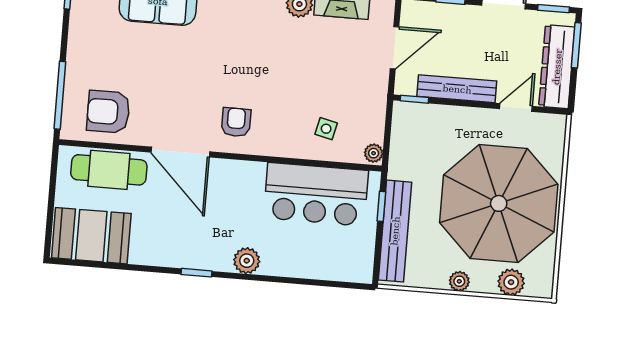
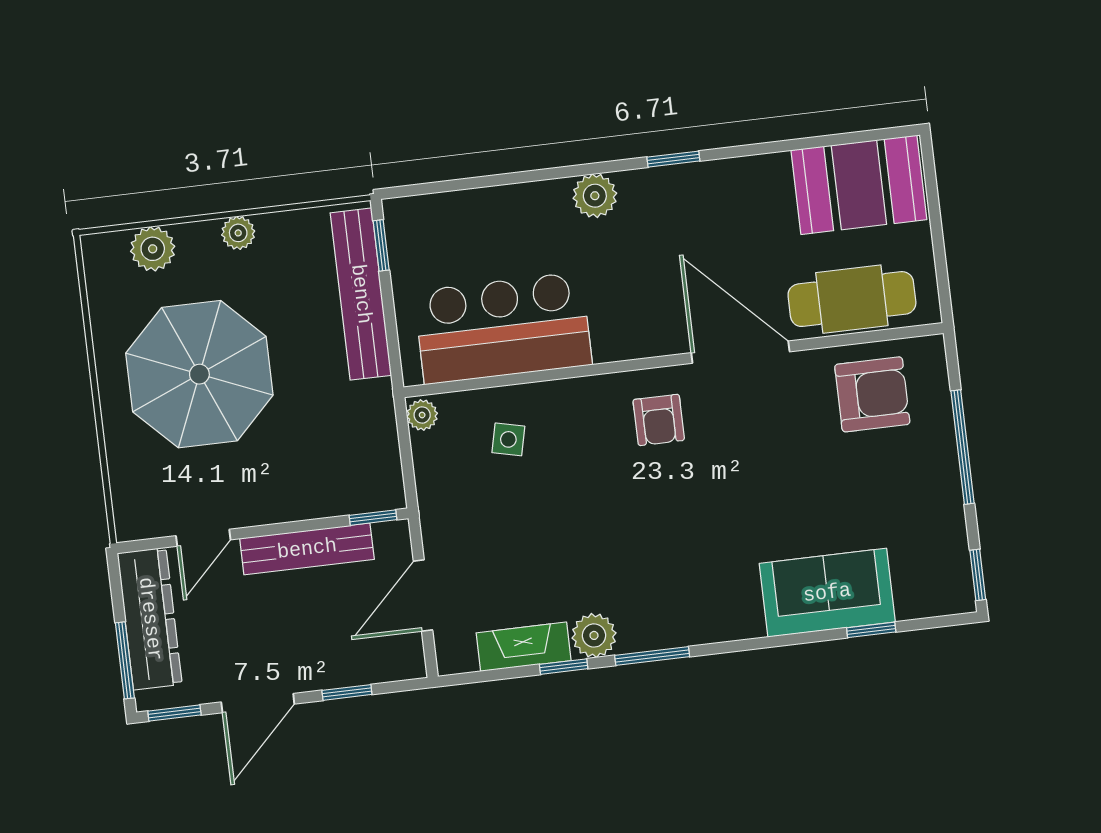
window: (60, 95) -> (963, 447), moved
parasol: (499, 203) -> (199, 374), width x0.73, depth x0.73
window: (381, 206) -> (381, 245), moved

